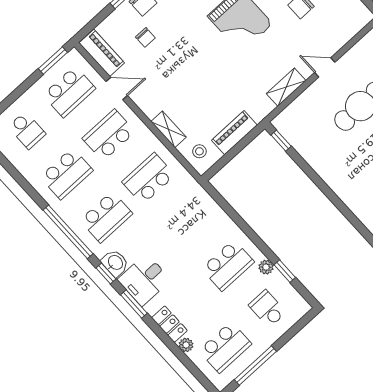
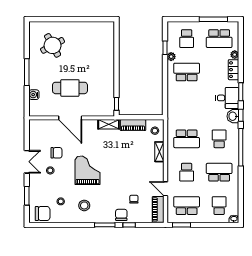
door: (325, 67) -> (70, 118), width x1.87
shelving: (286, 87) -> (109, 124), moved
school desk: (109, 135) -> (187, 172), width x0.54
school desk: (106, 217) -> (219, 139), width x0.54
school desk: (225, 347) -> (219, 39), turned 180

